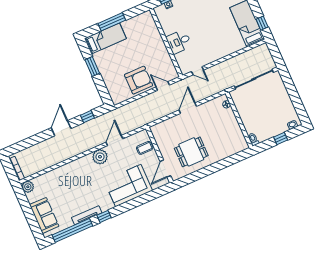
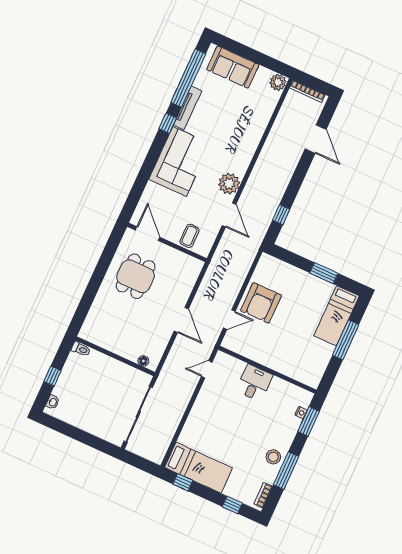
door: (61, 128) -> (316, 139), moved
corner sofa: (128, 185) -> (180, 161), moved

